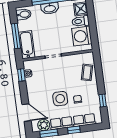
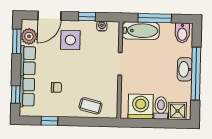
window: (21, 75) -> (87, 17), moved
side table: (60, 99) -> (70, 40), moved
window: (74, 130) -> (16, 95), moved

